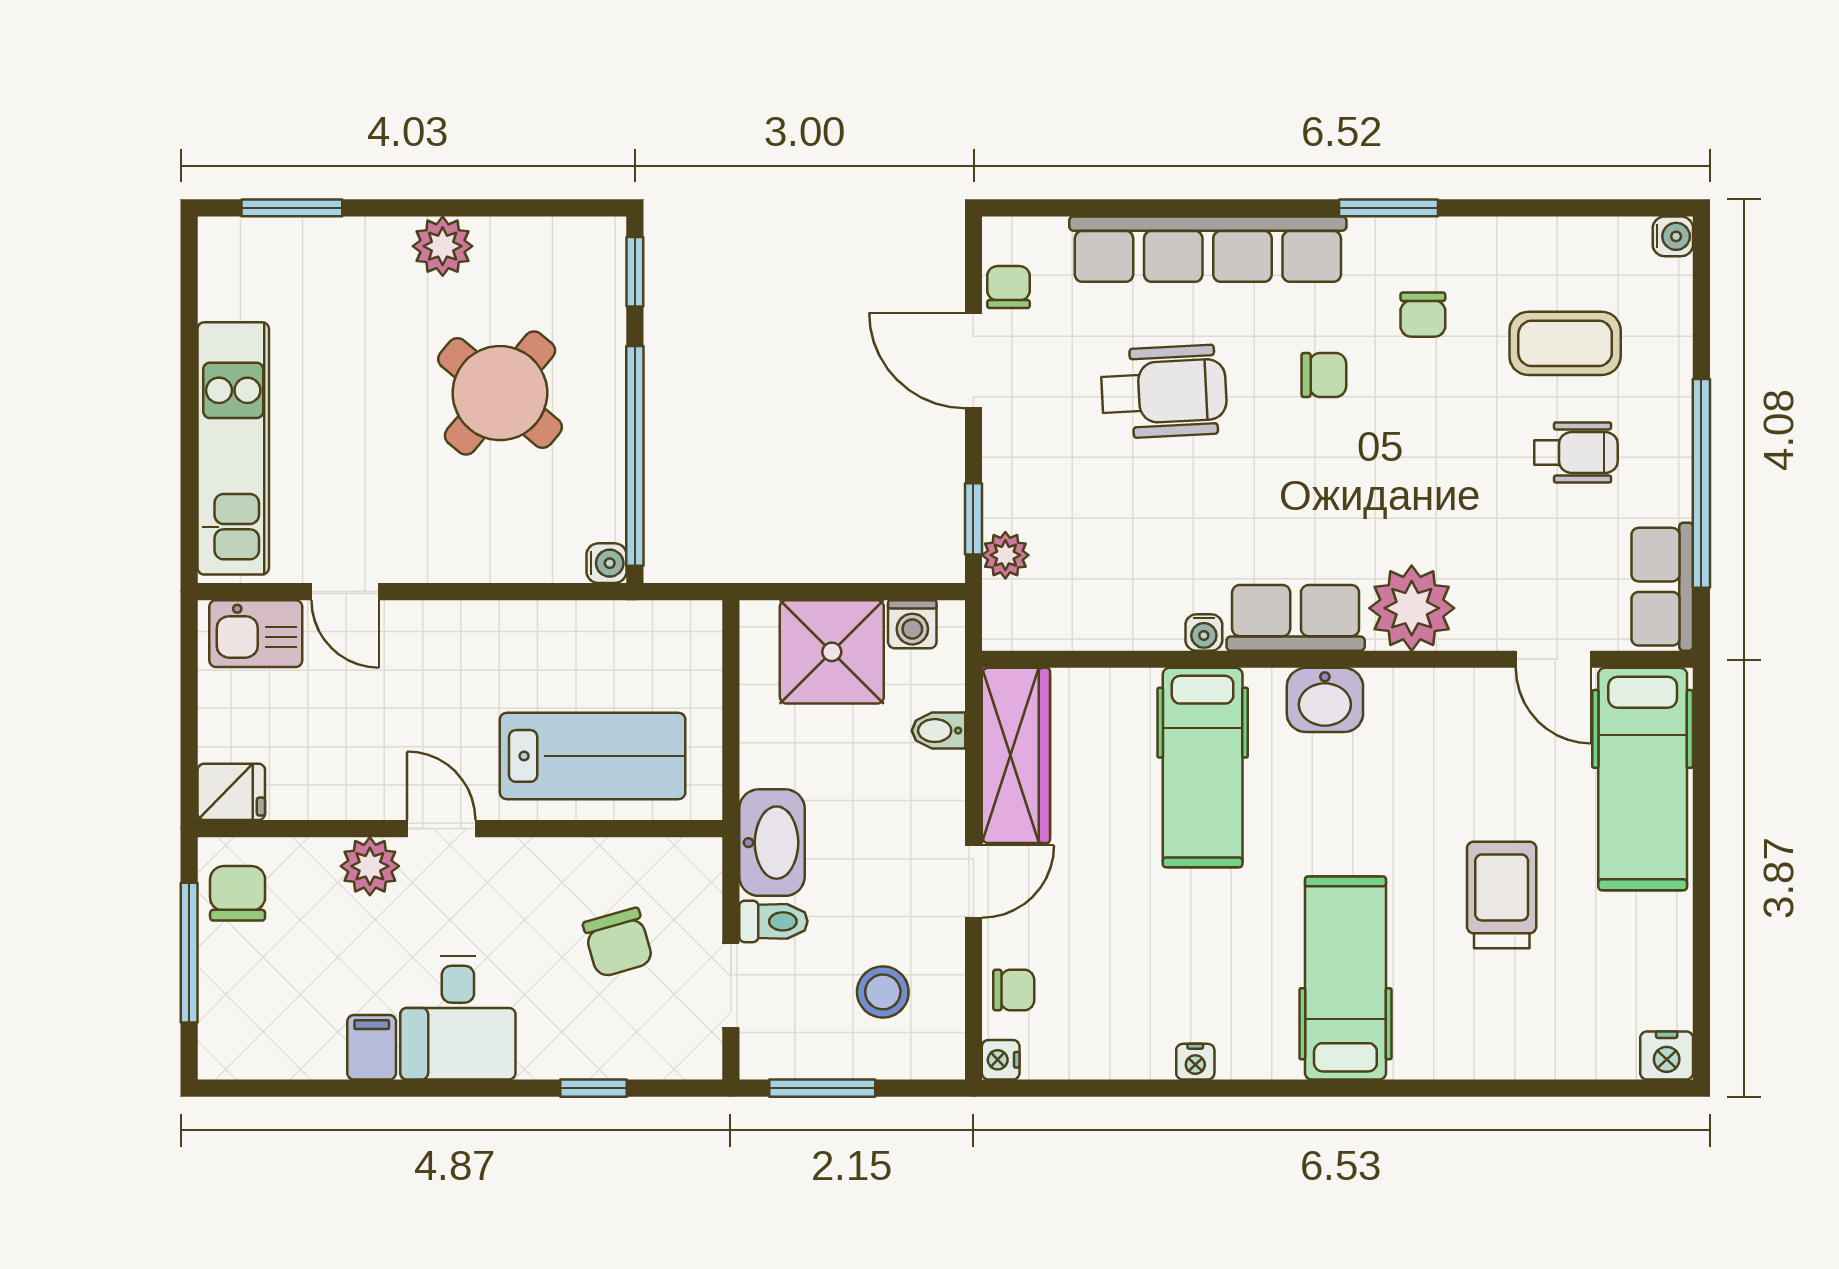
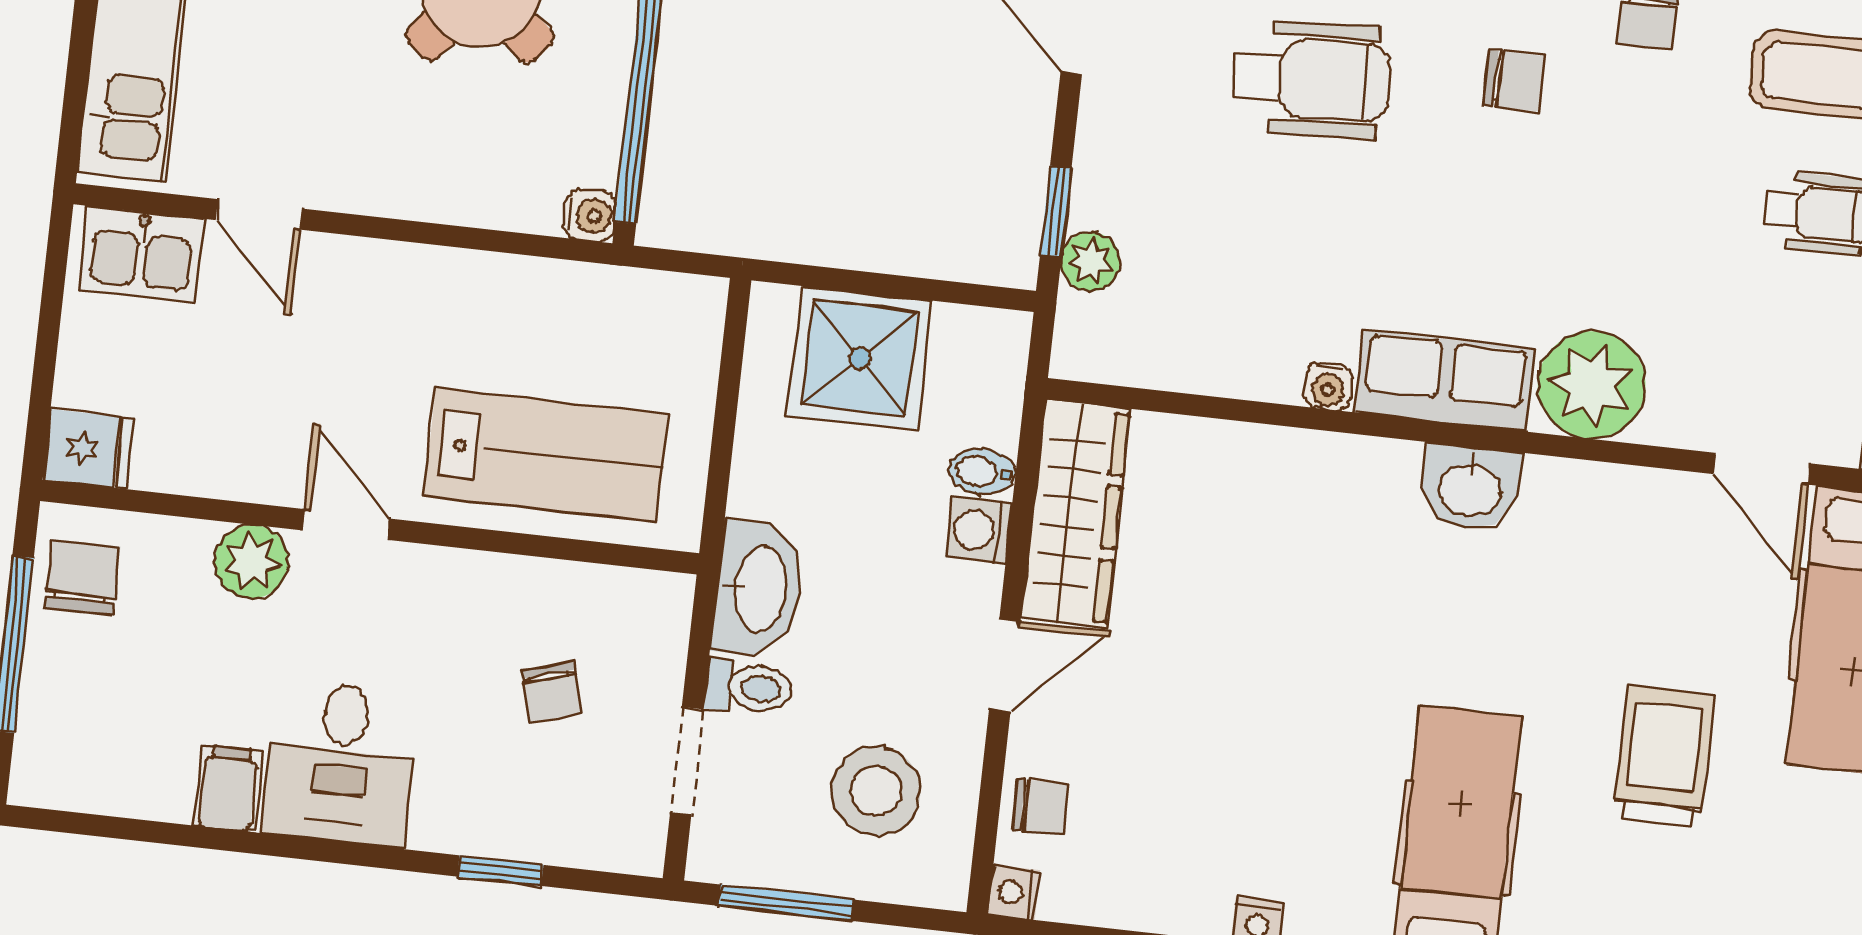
washing machine: (912, 624) -> (979, 530), moved, turned 90
hospital bed: (1203, 768) -> (1308, 555), removed
chair: (618, 943) -> (551, 692), width x0.73, depth x0.73
stool: (883, 992) -> (876, 791), width x1.38, depth x1.38

